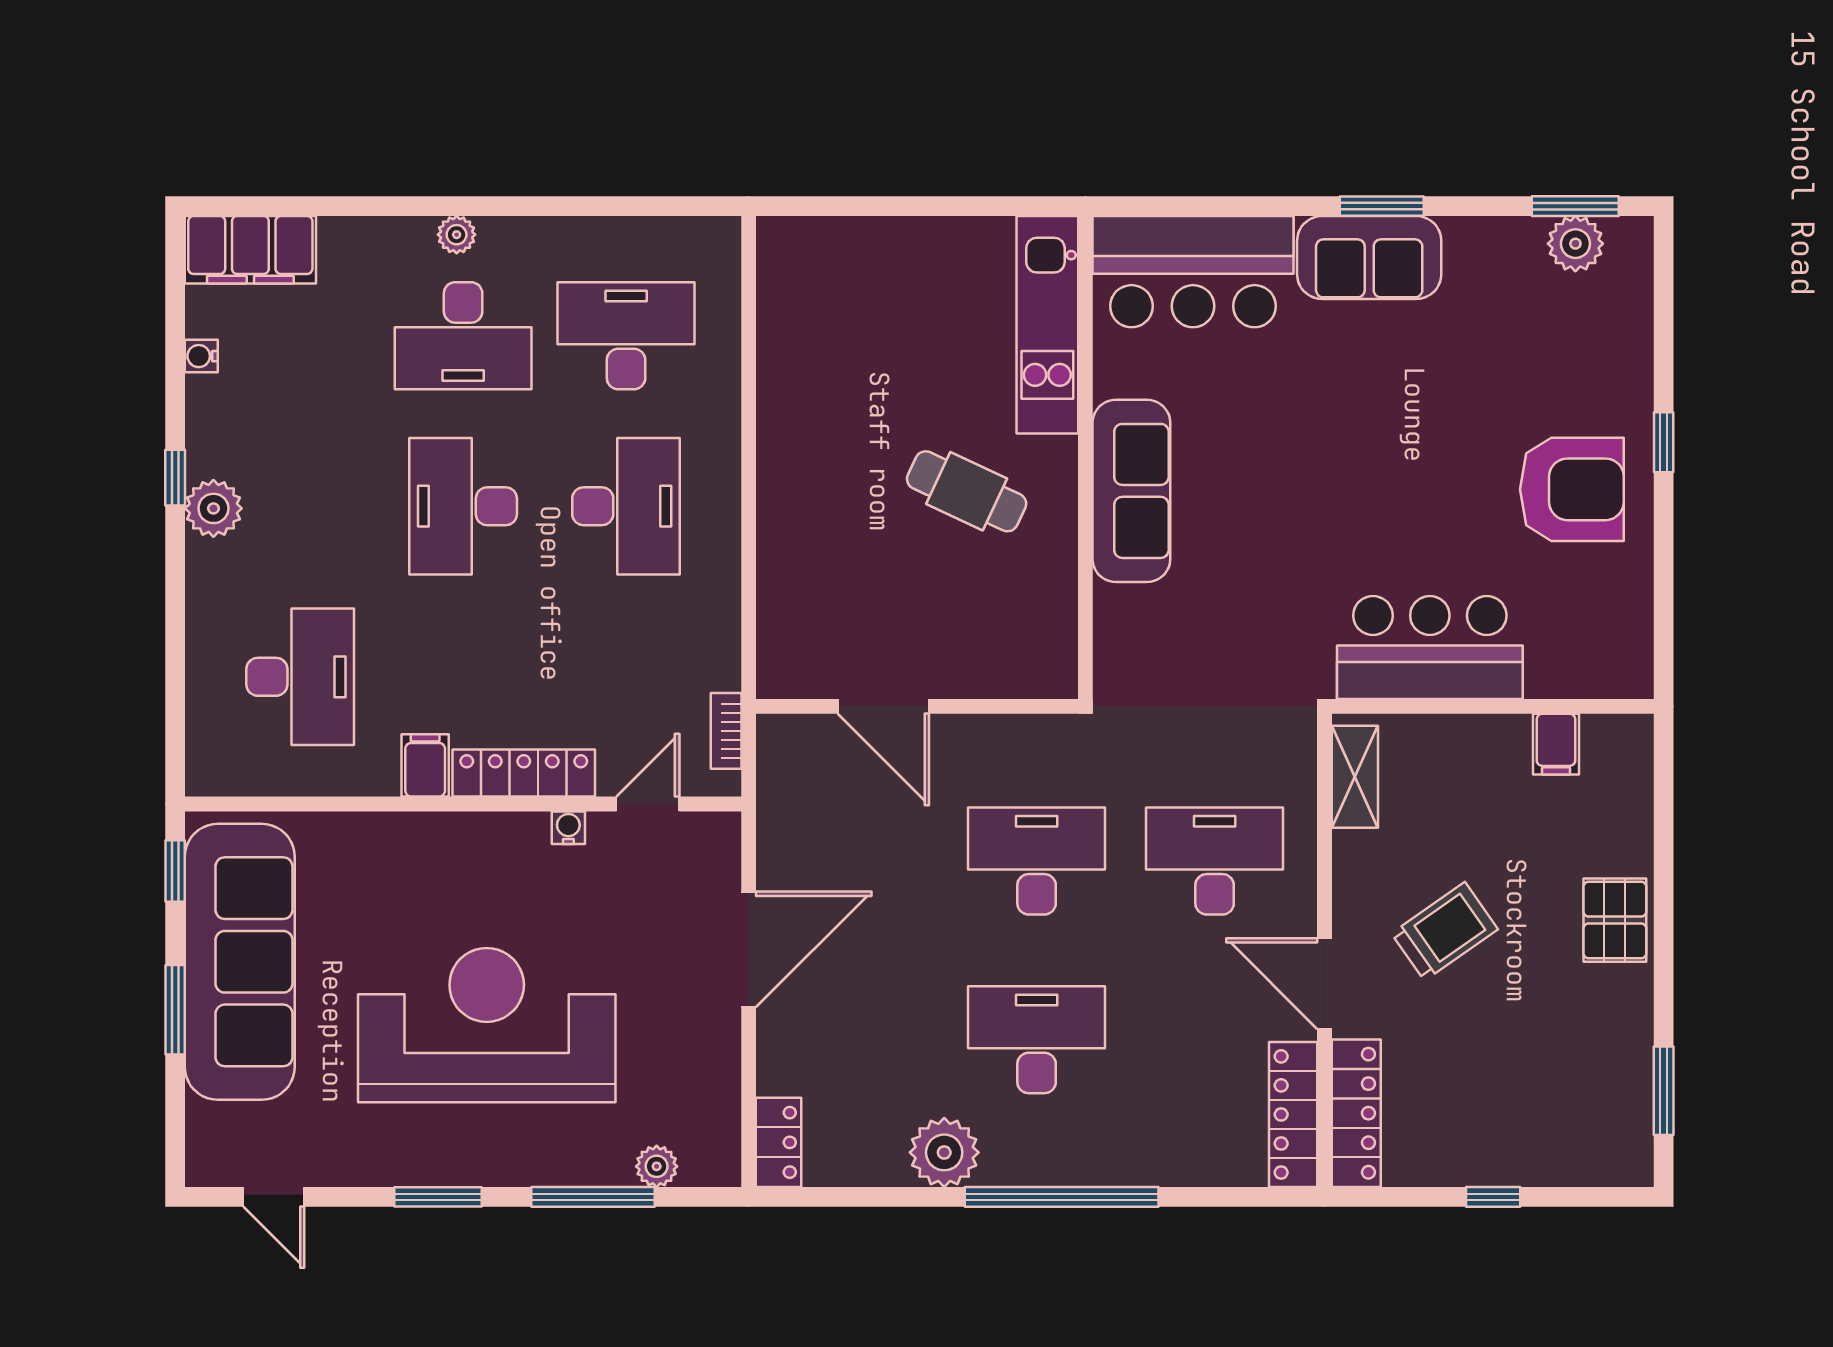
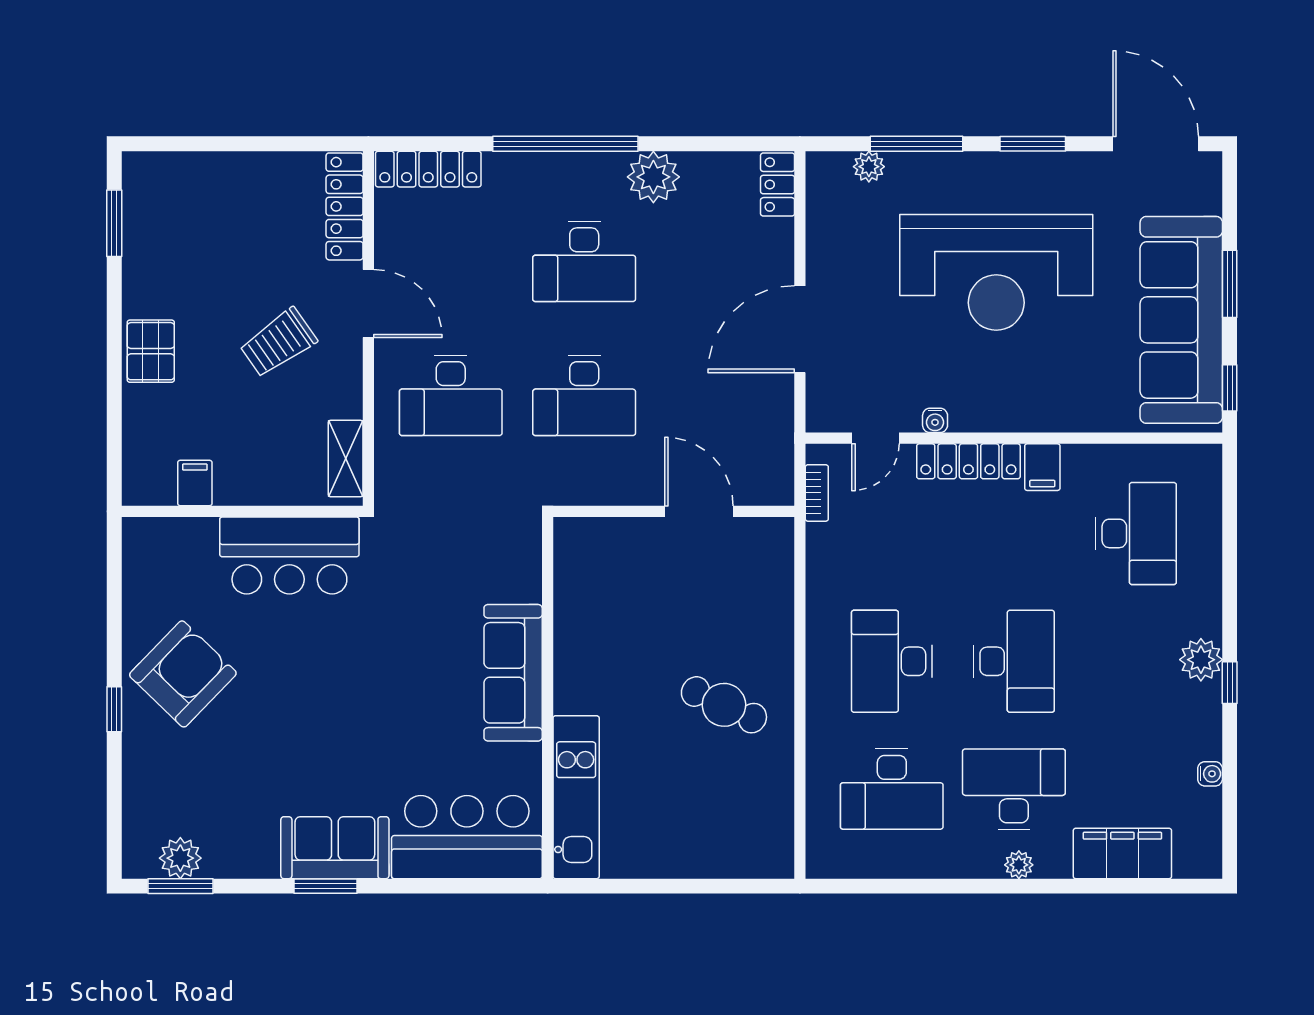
filing cabinet: (250, 250) -> (1122, 853), moved
armchair: (1572, 489) -> (183, 674), turned 134
cafe table: (967, 491) -> (724, 705), moved
desk: (300, 677) -> (1136, 533), turned 180
locker: (1293, 1114) -> (428, 169), moved, turned 90
door: (274, 1197) -> (1156, 144), width x1.88
window: (1493, 1197) -> (242, 144), removed

